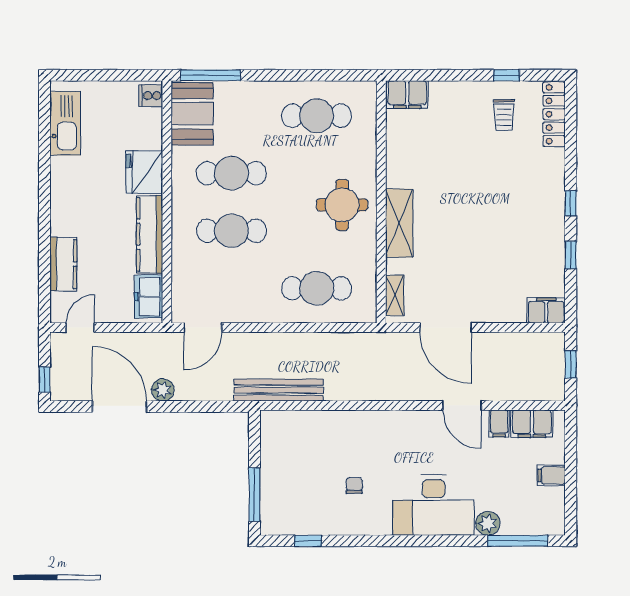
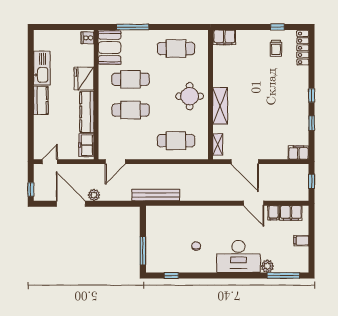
window: (210, 75) -> (133, 27), moved
kitchen sink: (65, 123) -> (42, 68), moved
kitchen counter: (63, 264) -> (41, 100), moved

